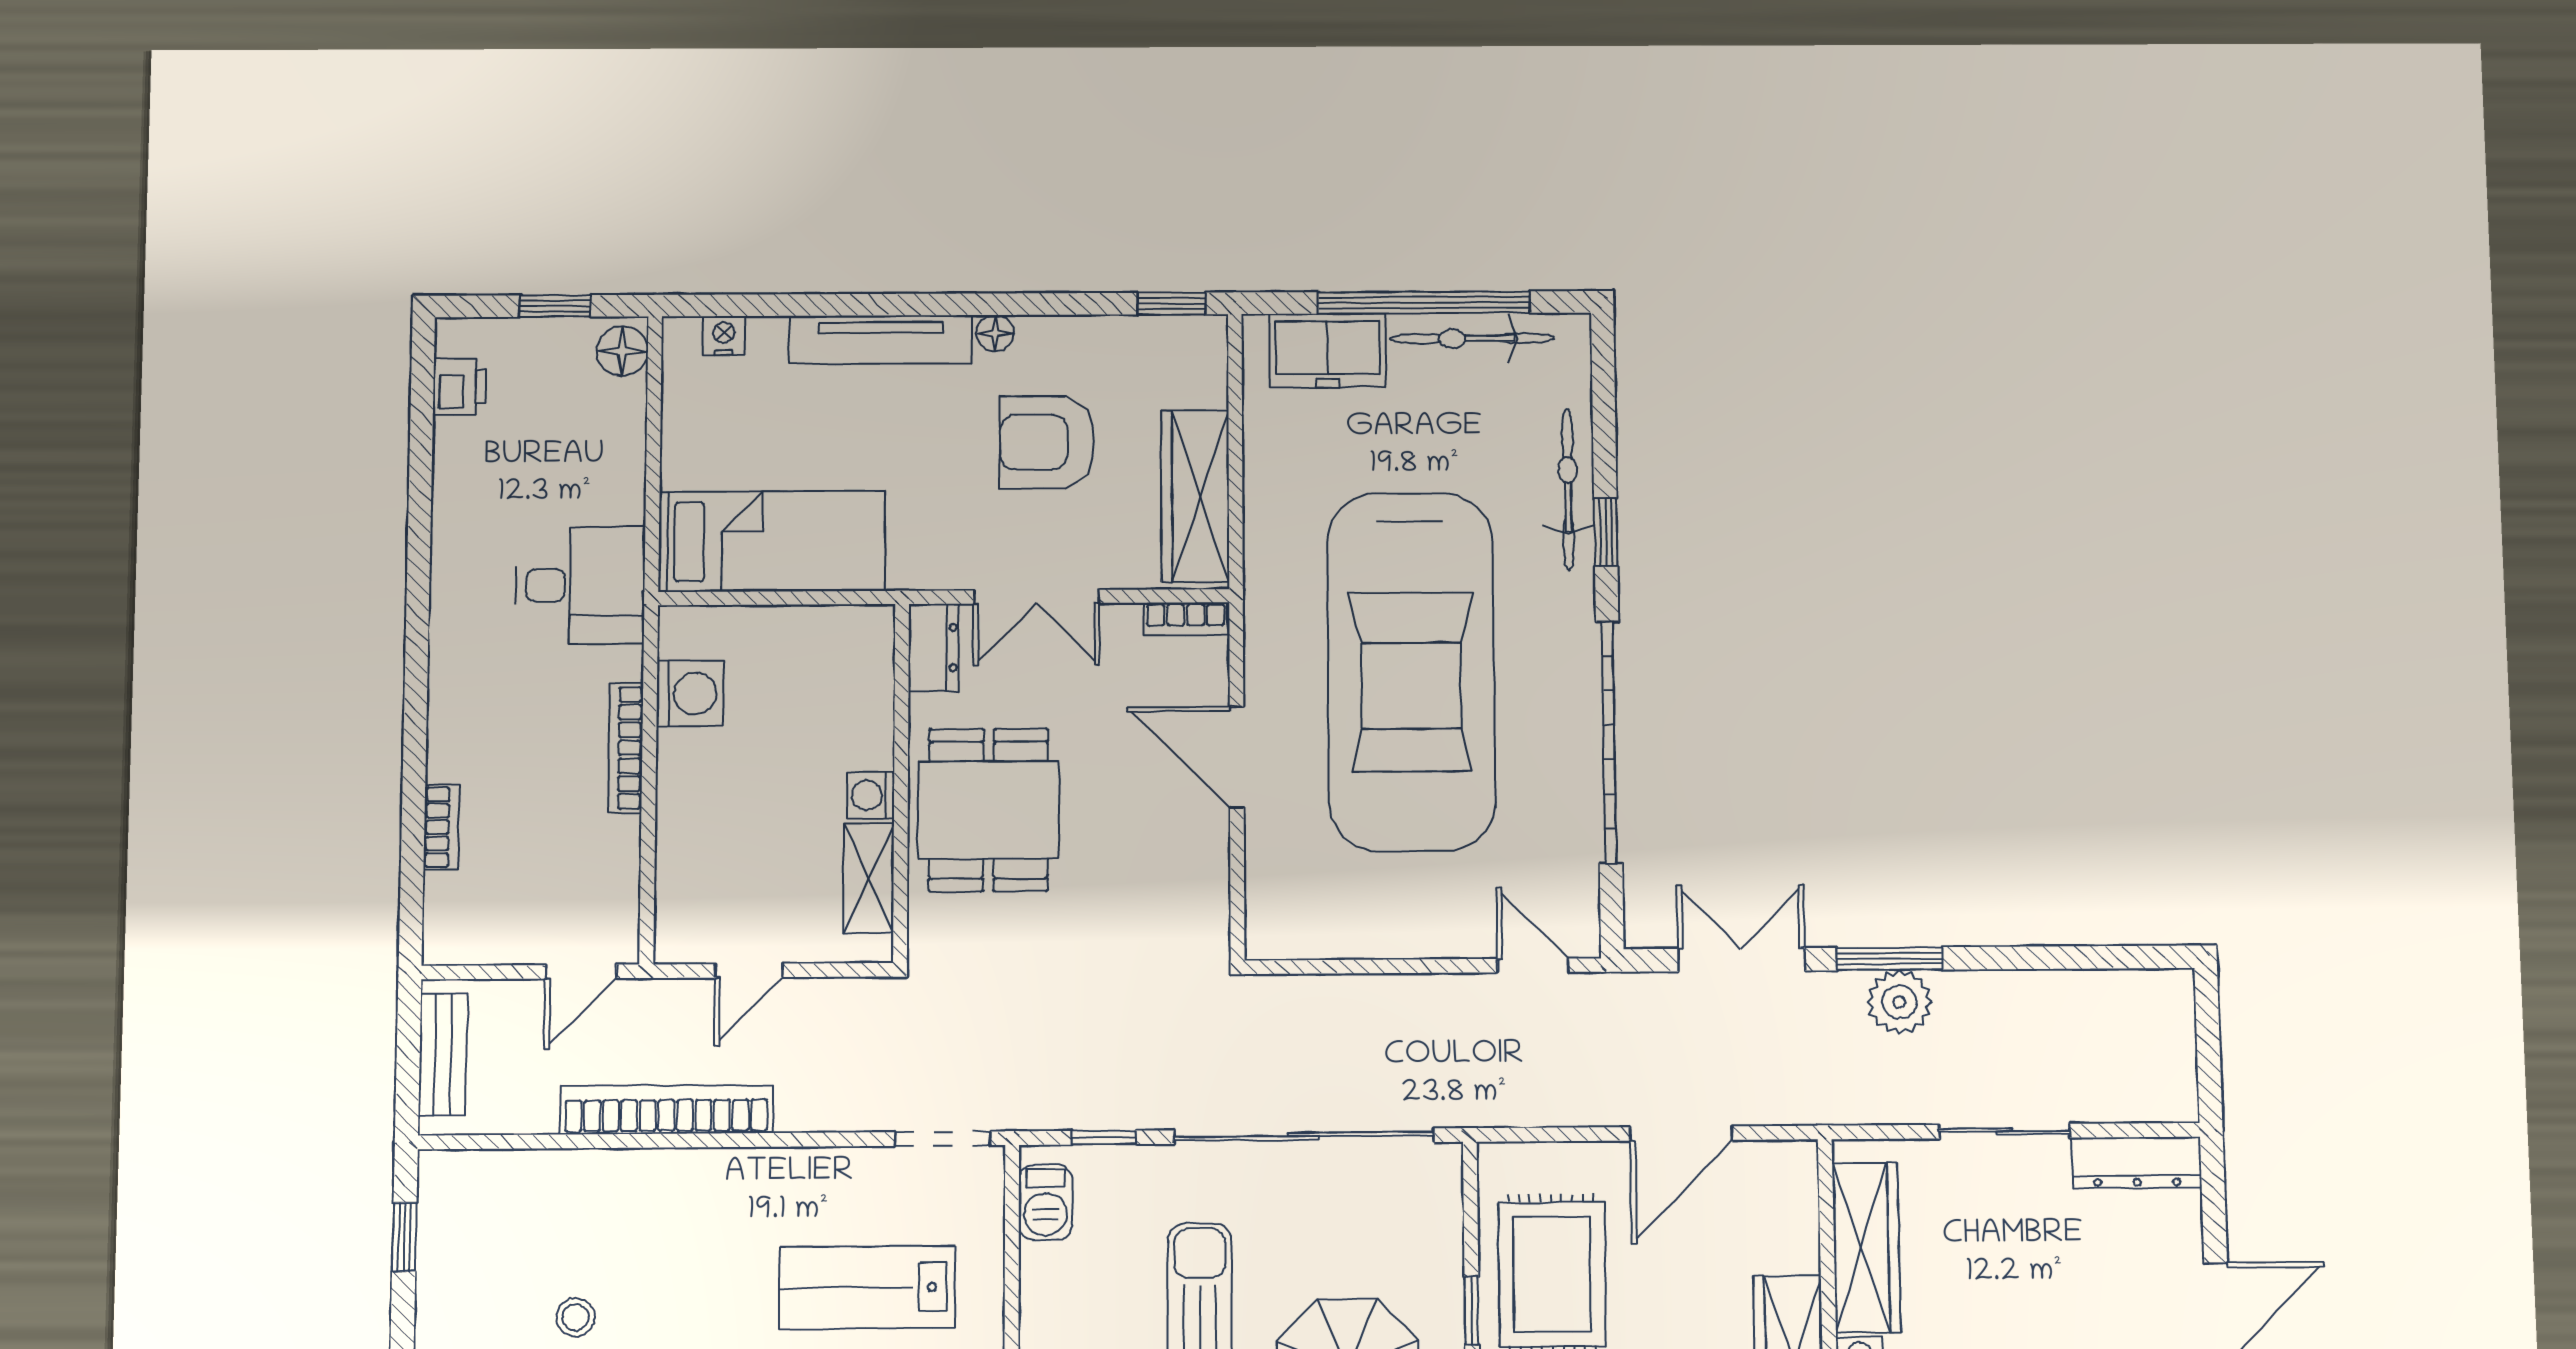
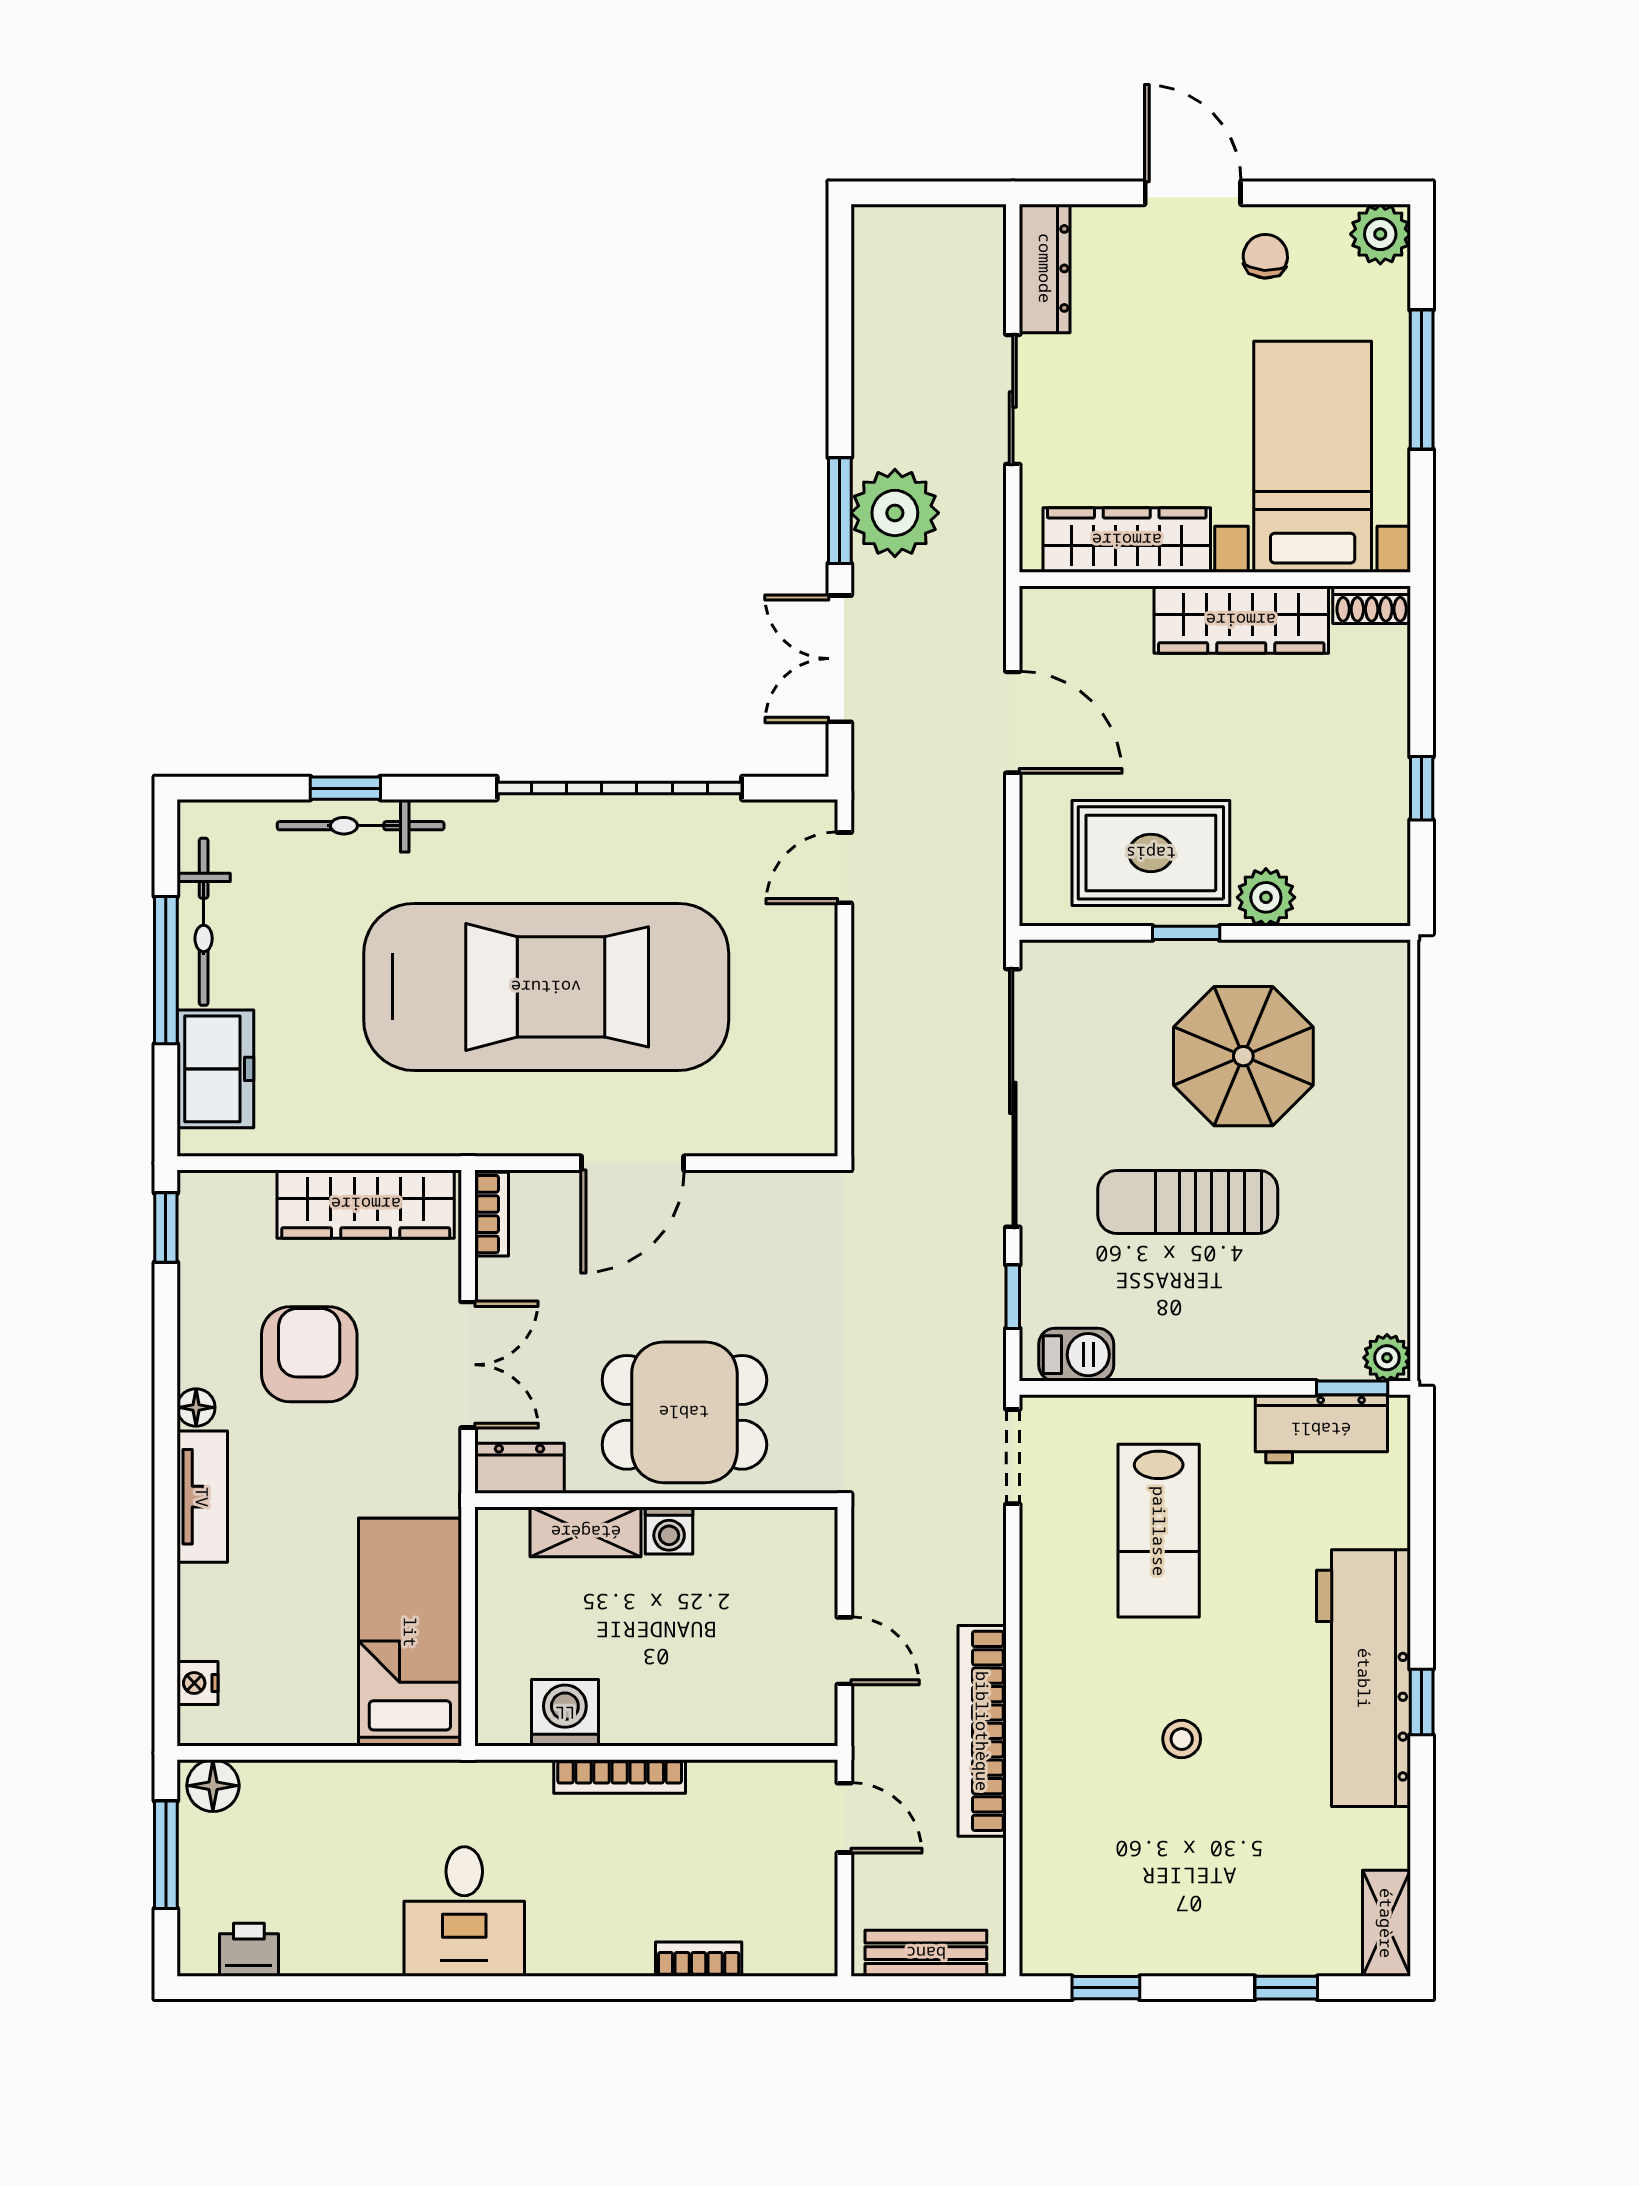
window: (1424, 302) -> (166, 970), width x0.68
window: (555, 306) -> (166, 1855), width x1.50
tv unit: (881, 340) -> (202, 1497), width x0.71
armchair: (1047, 442) -> (309, 1354), turned 180
window: (1606, 532) -> (345, 788), moved
desk: (580, 585) -> (464, 1912), moved, turned 180
shelving: (869, 878) -> (586, 1532), moved
plant: (1899, 1002) -> (895, 513), width x1.36, depth x1.36
stool: (576, 1317) -> (1182, 1739), moved

